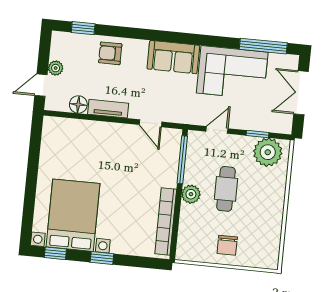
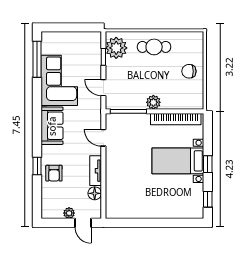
window: (83, 28) -> (37, 166), moved
double door: (301, 93) -> (69, 27), removed
door: (151, 123) -> (103, 138), swing flipped
cafe table: (226, 189) -> (154, 47), moved
bed with nightstands: (73, 215) -> (178, 161), moved, width x0.73
chair: (227, 245) -> (189, 71), turned 180

